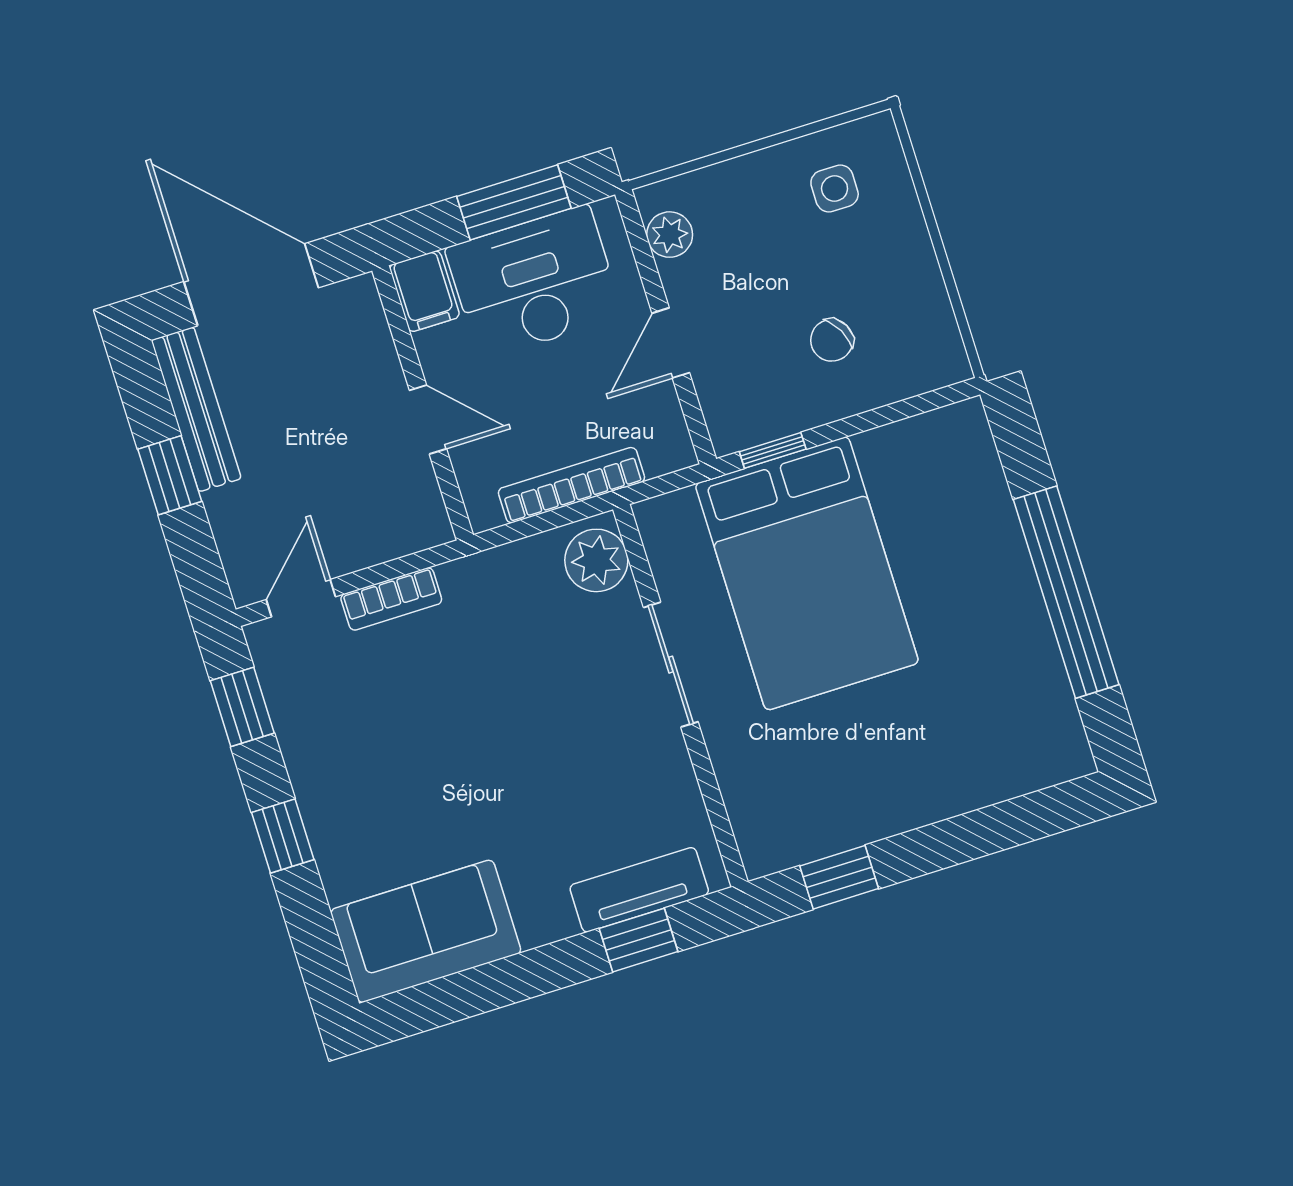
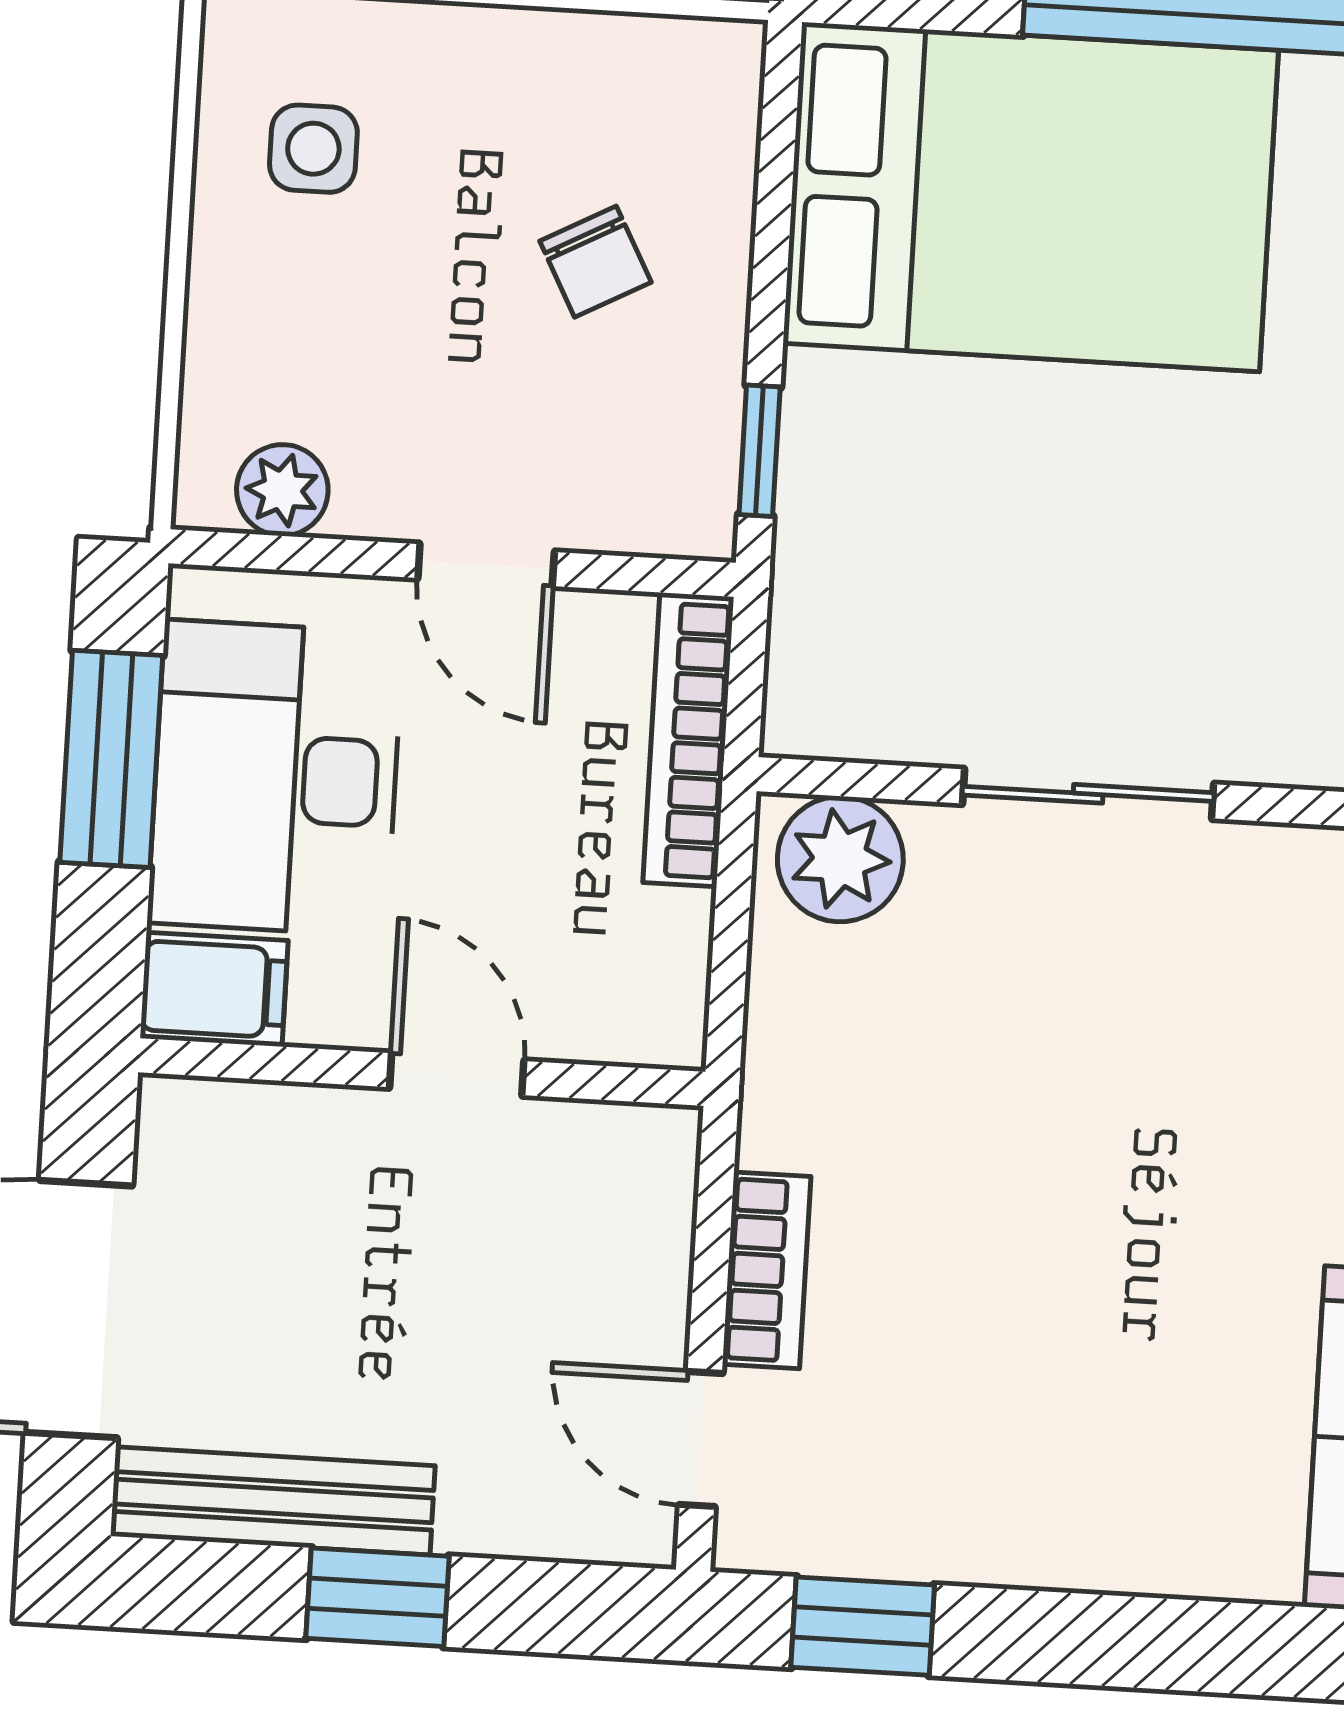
door: (428, 420) -> (457, 1074), hinge flipped
bookcase: (571, 485) -> (688, 740), moved
bed: (807, 573) -> (1031, 197), moved
window: (283, 836) -> (1133, 1642), removed

